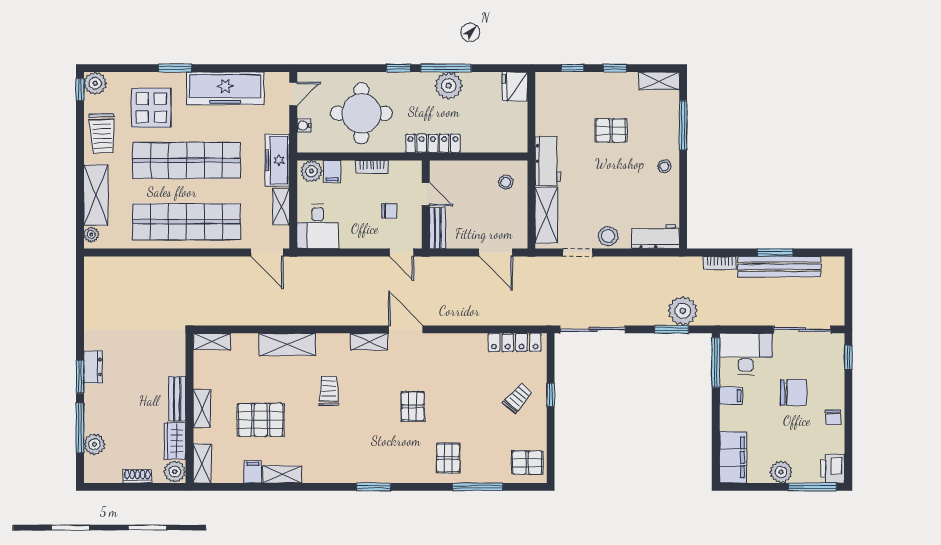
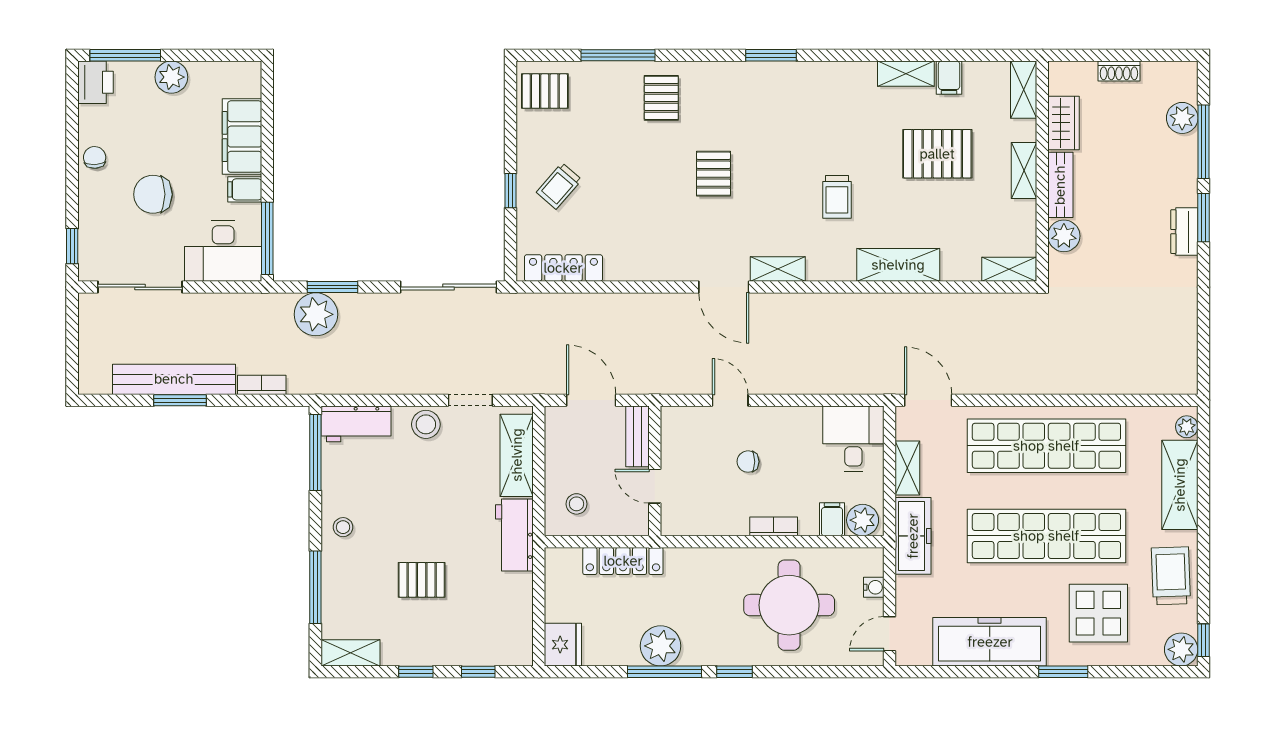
locker: (433, 143) -> (623, 561), moved
door: (426, 194) -> (655, 486), moved
wall: (426, 205) -> (655, 471), moved
window: (683, 217) -> (315, 453), added
bench: (437, 228) -> (637, 436), moved
filing cabinet: (733, 457) -> (242, 137), moved
plant: (175, 472) -> (1064, 236), moved

